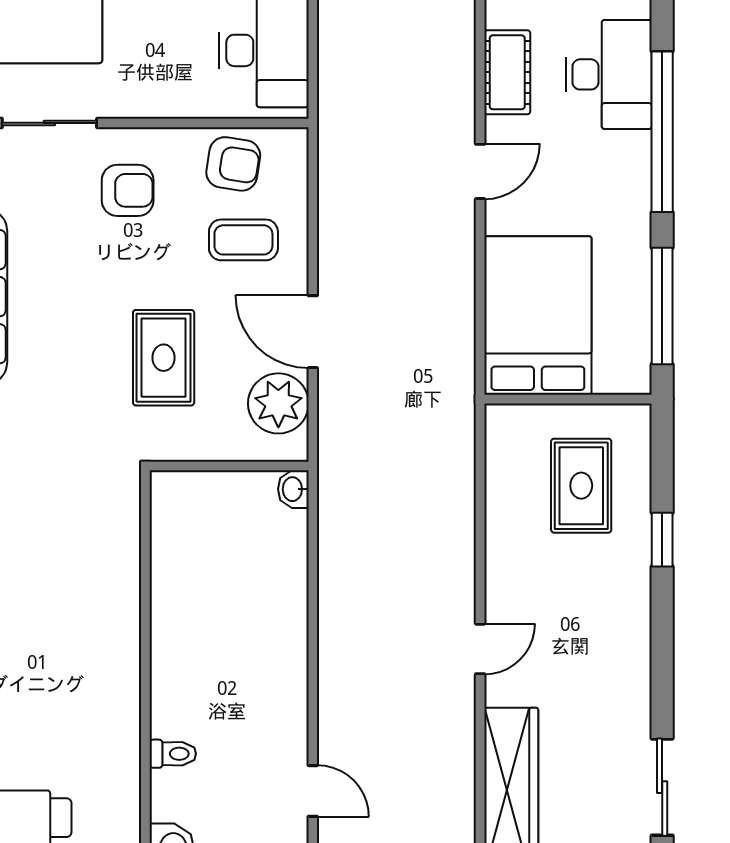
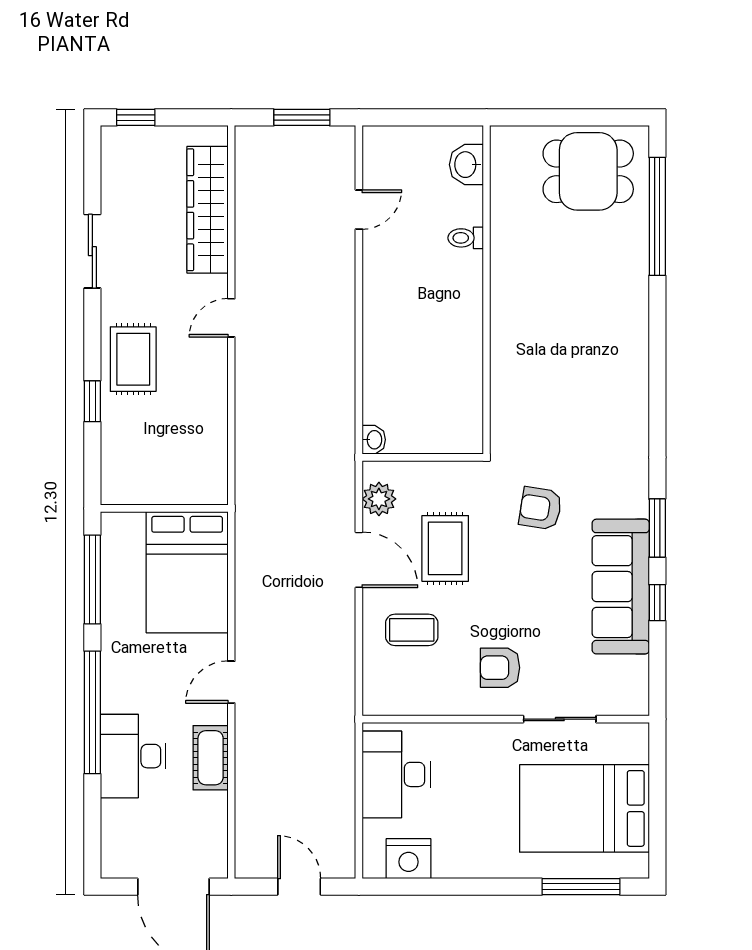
armchair: (233, 164) -> (540, 508), moved
rug: (164, 358) -> (445, 548), moved
plant: (278, 403) -> (379, 499), width x0.73, depth x0.73
rug: (581, 486) -> (133, 359), moved
sliding door: (662, 787) -> (92, 251), moved
door: (313, 791) -> (359, 210), swing flipped

